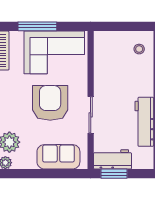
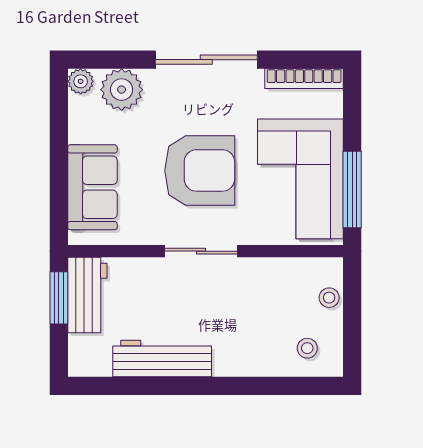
window: (37, 26) -> (352, 190), moved
stool: (114, 38) -> (329, 298), added
sliding door: (91, 115) -> (201, 251), moved

